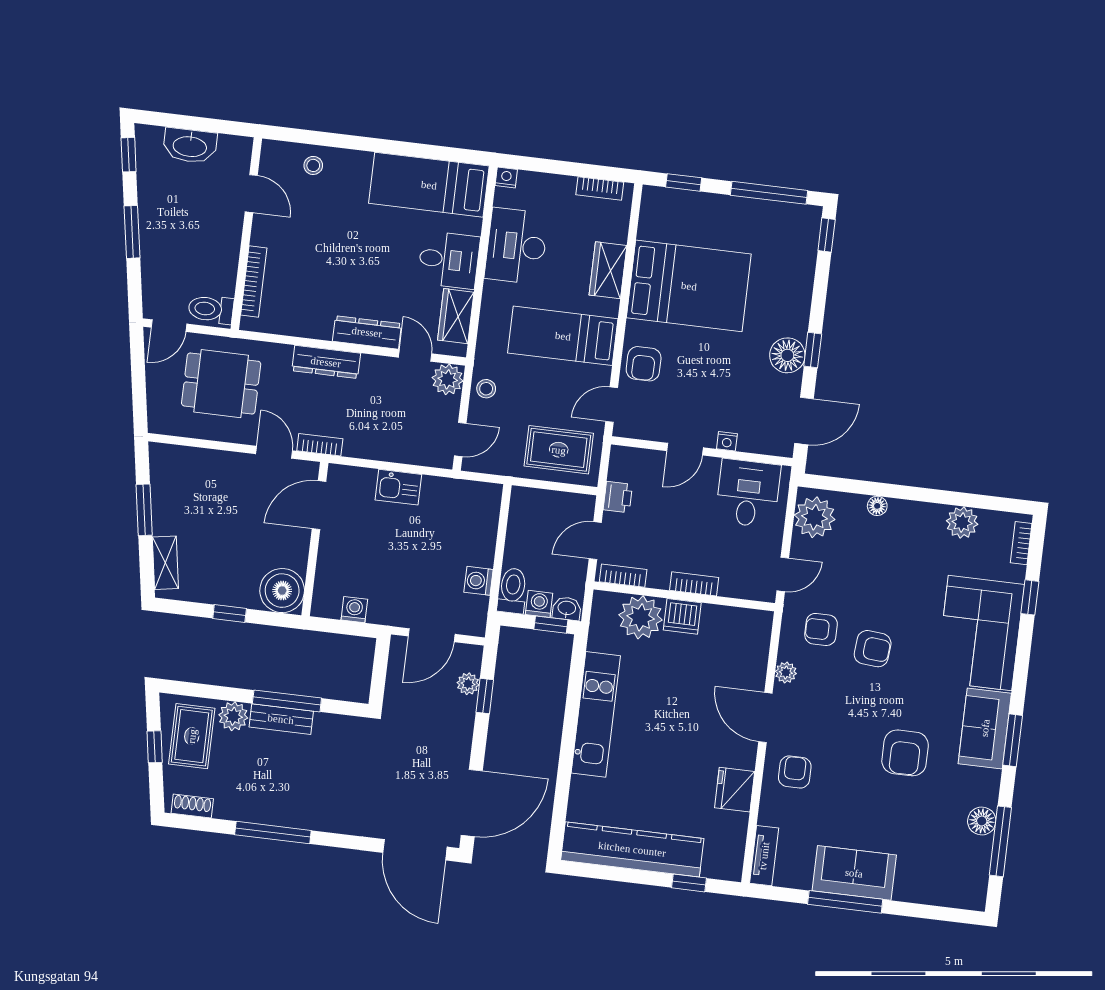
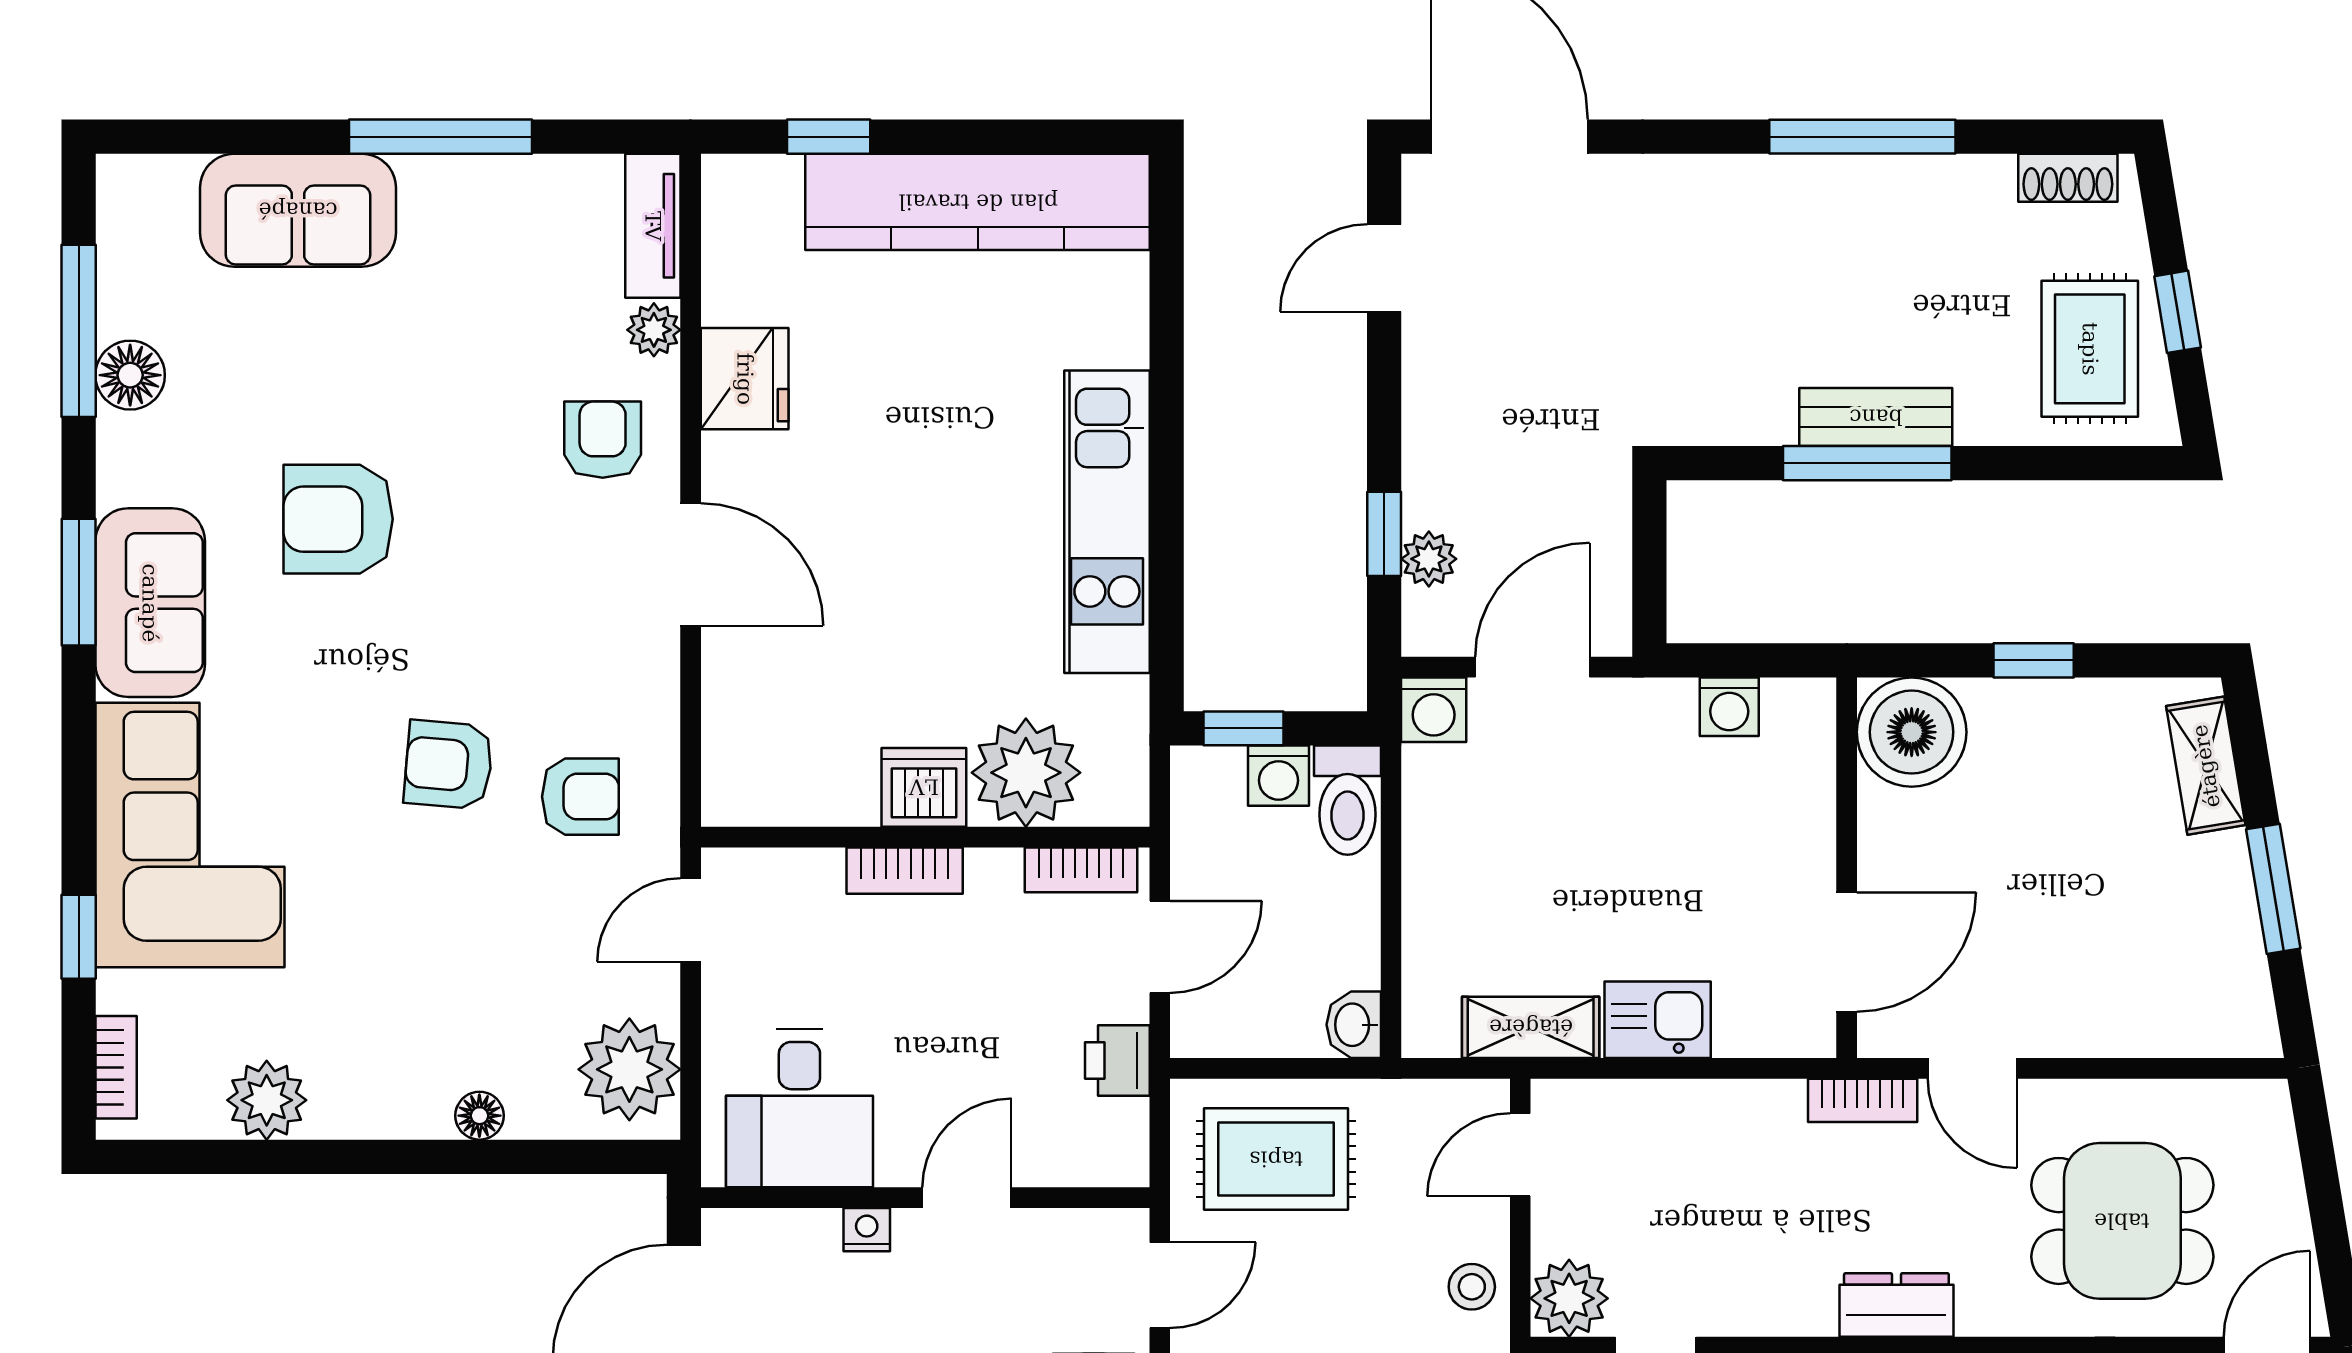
dresser: (326, 362) -> (1896, 1305), width x0.70
shelving: (450, 490) -> (1531, 1027), added
washing machine: (478, 581) -> (1434, 710), moved, turned 90
washbasin: (567, 609) -> (1354, 1025), moved, turned 90
plant: (786, 672) -> (654, 330), moved
plant: (233, 716) -> (1994, 410), removed
armchair: (905, 753) -> (338, 519), turned -90
armchair: (795, 772) -> (603, 440), turned 180
door: (472, 803) -> (1384, 268), width x0.53
sofa: (854, 873) -> (298, 210), moved

